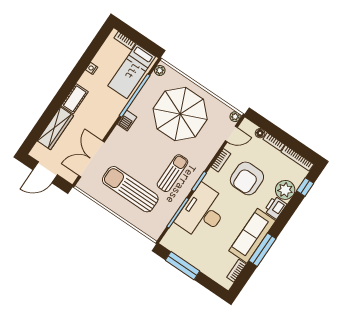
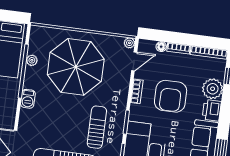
plant: (160, 70) -> (32, 60), moved

